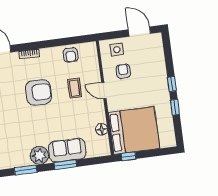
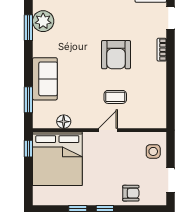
armchair: (71, 55) -> (154, 97), removed
armchair: (123, 71) -> (131, 193), moved
plant: (39, 155) -> (43, 21), moved
window: (65, 165) -> (28, 100), moved

